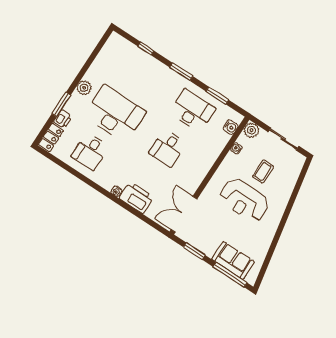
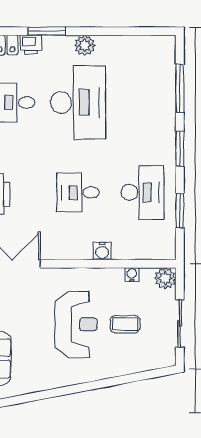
window: (146, 49) -> (180, 88), width x2.17
water cooler: (231, 127) -> (102, 251), moved
reception desk: (244, 200) -> (76, 324), turned 180

